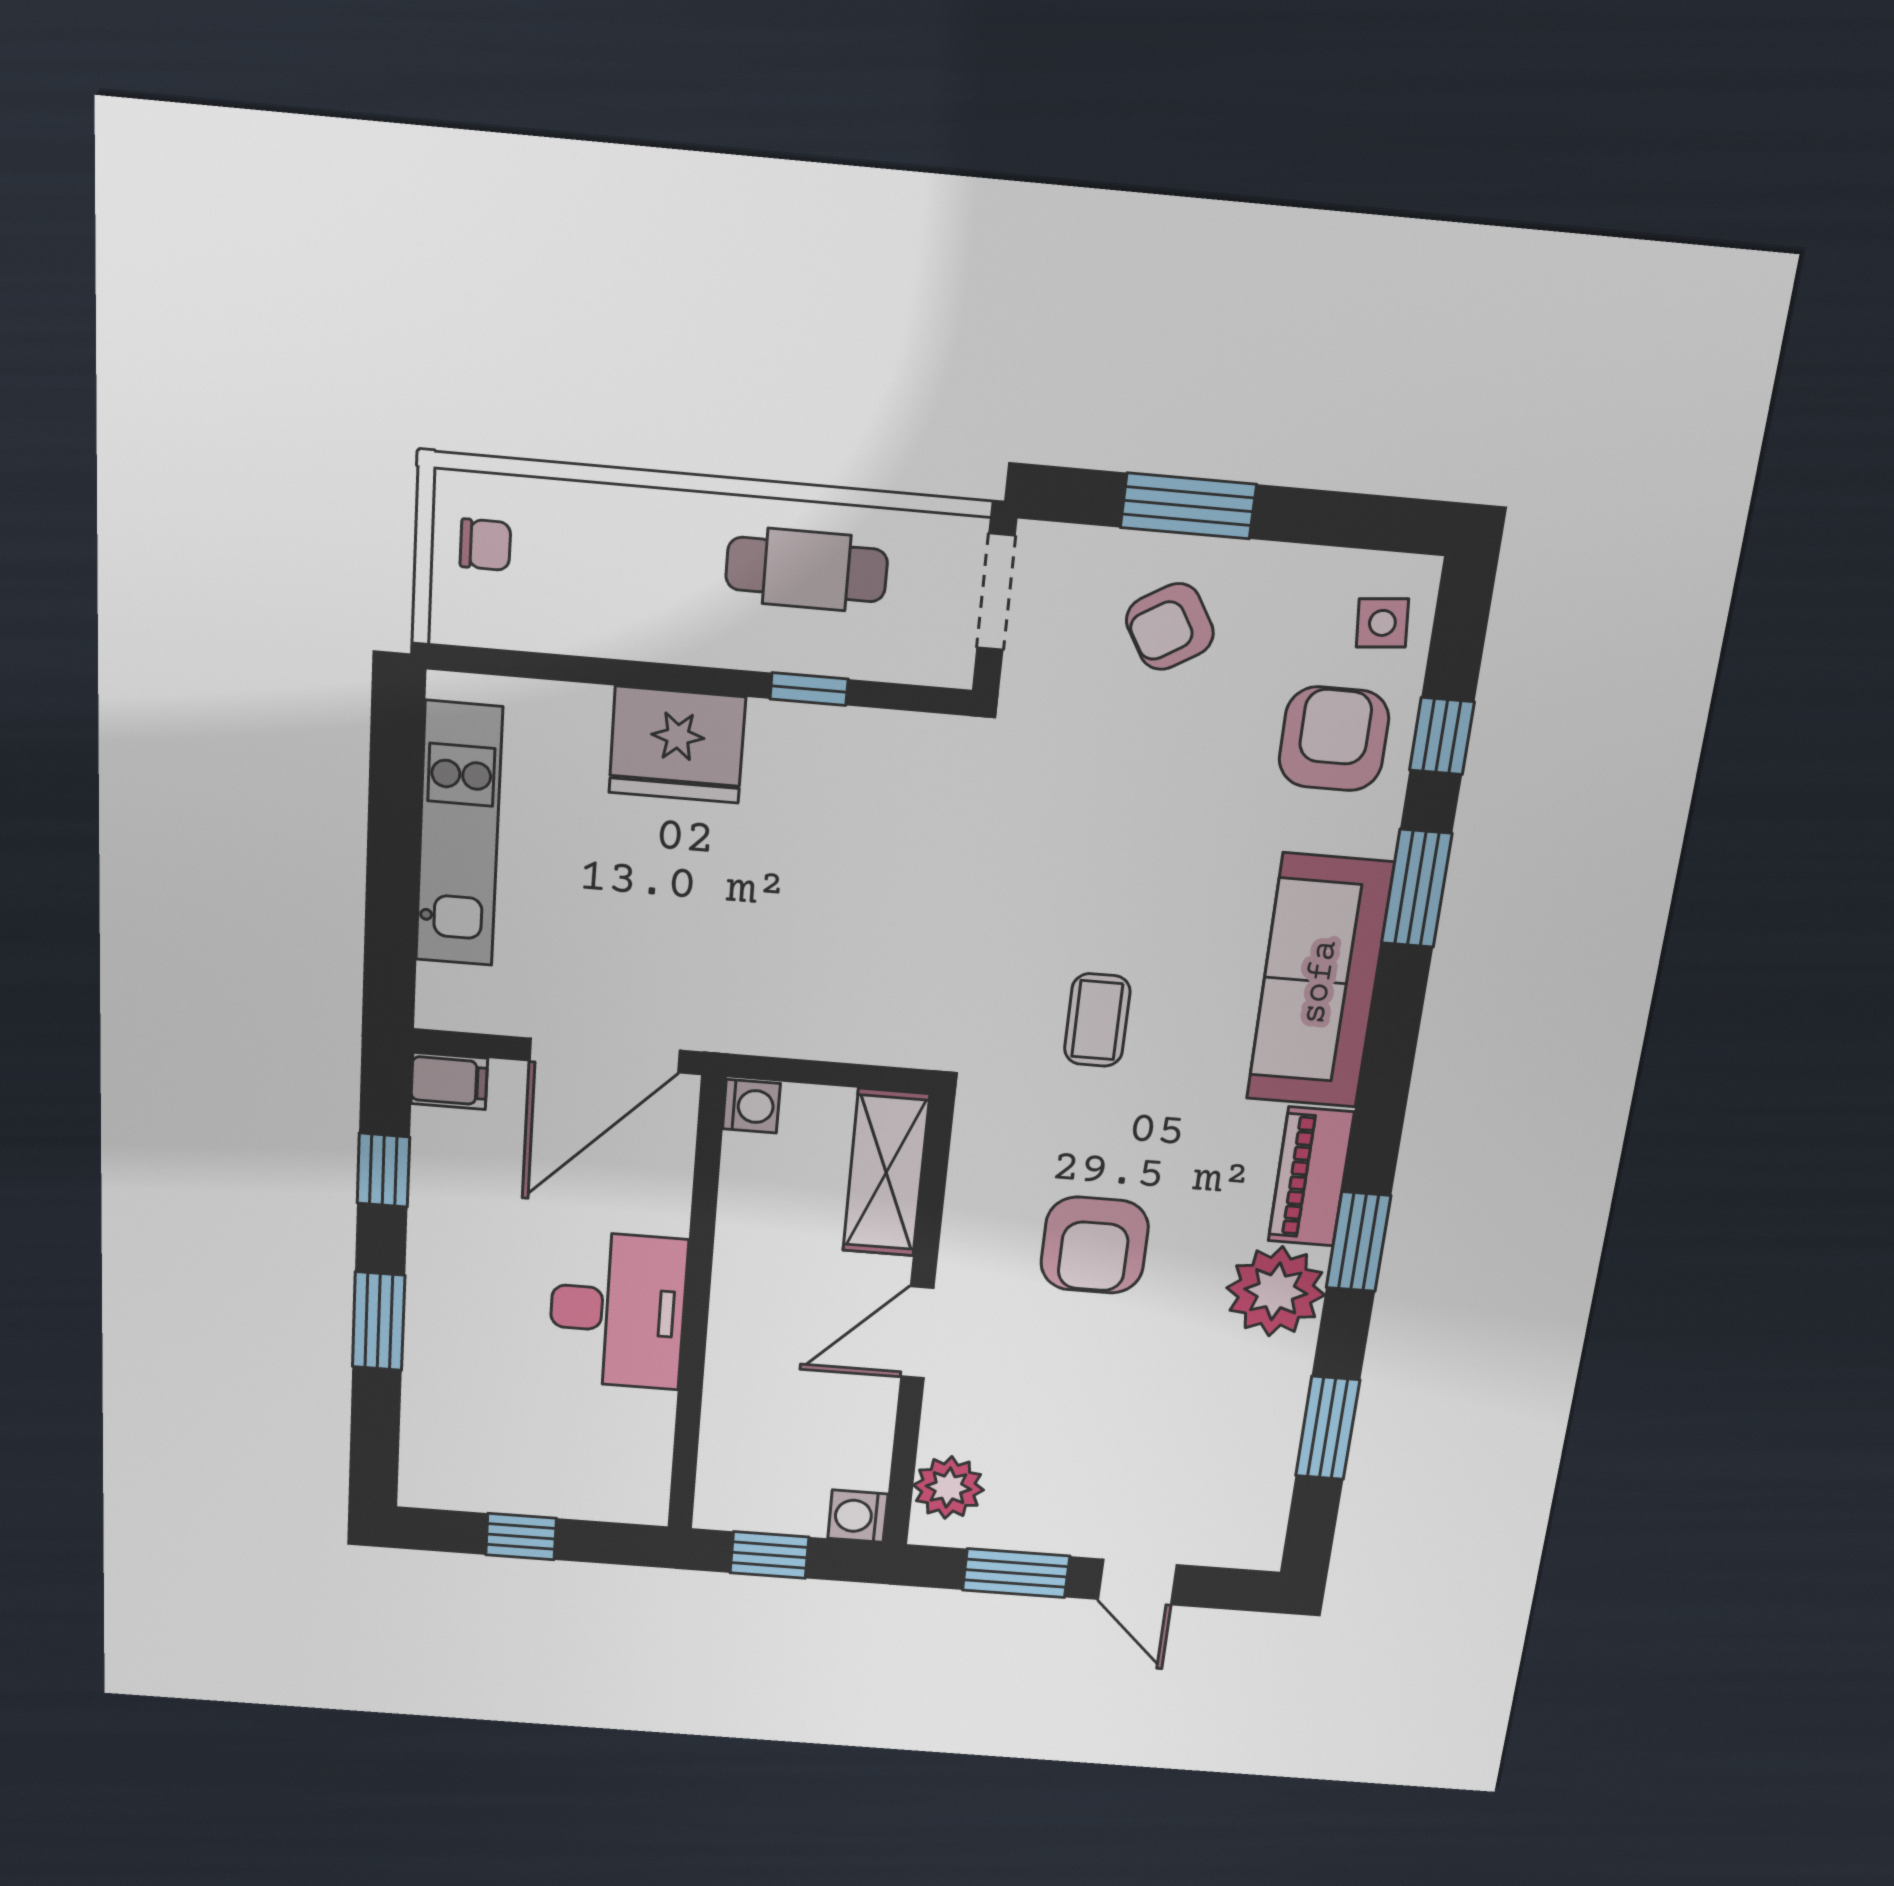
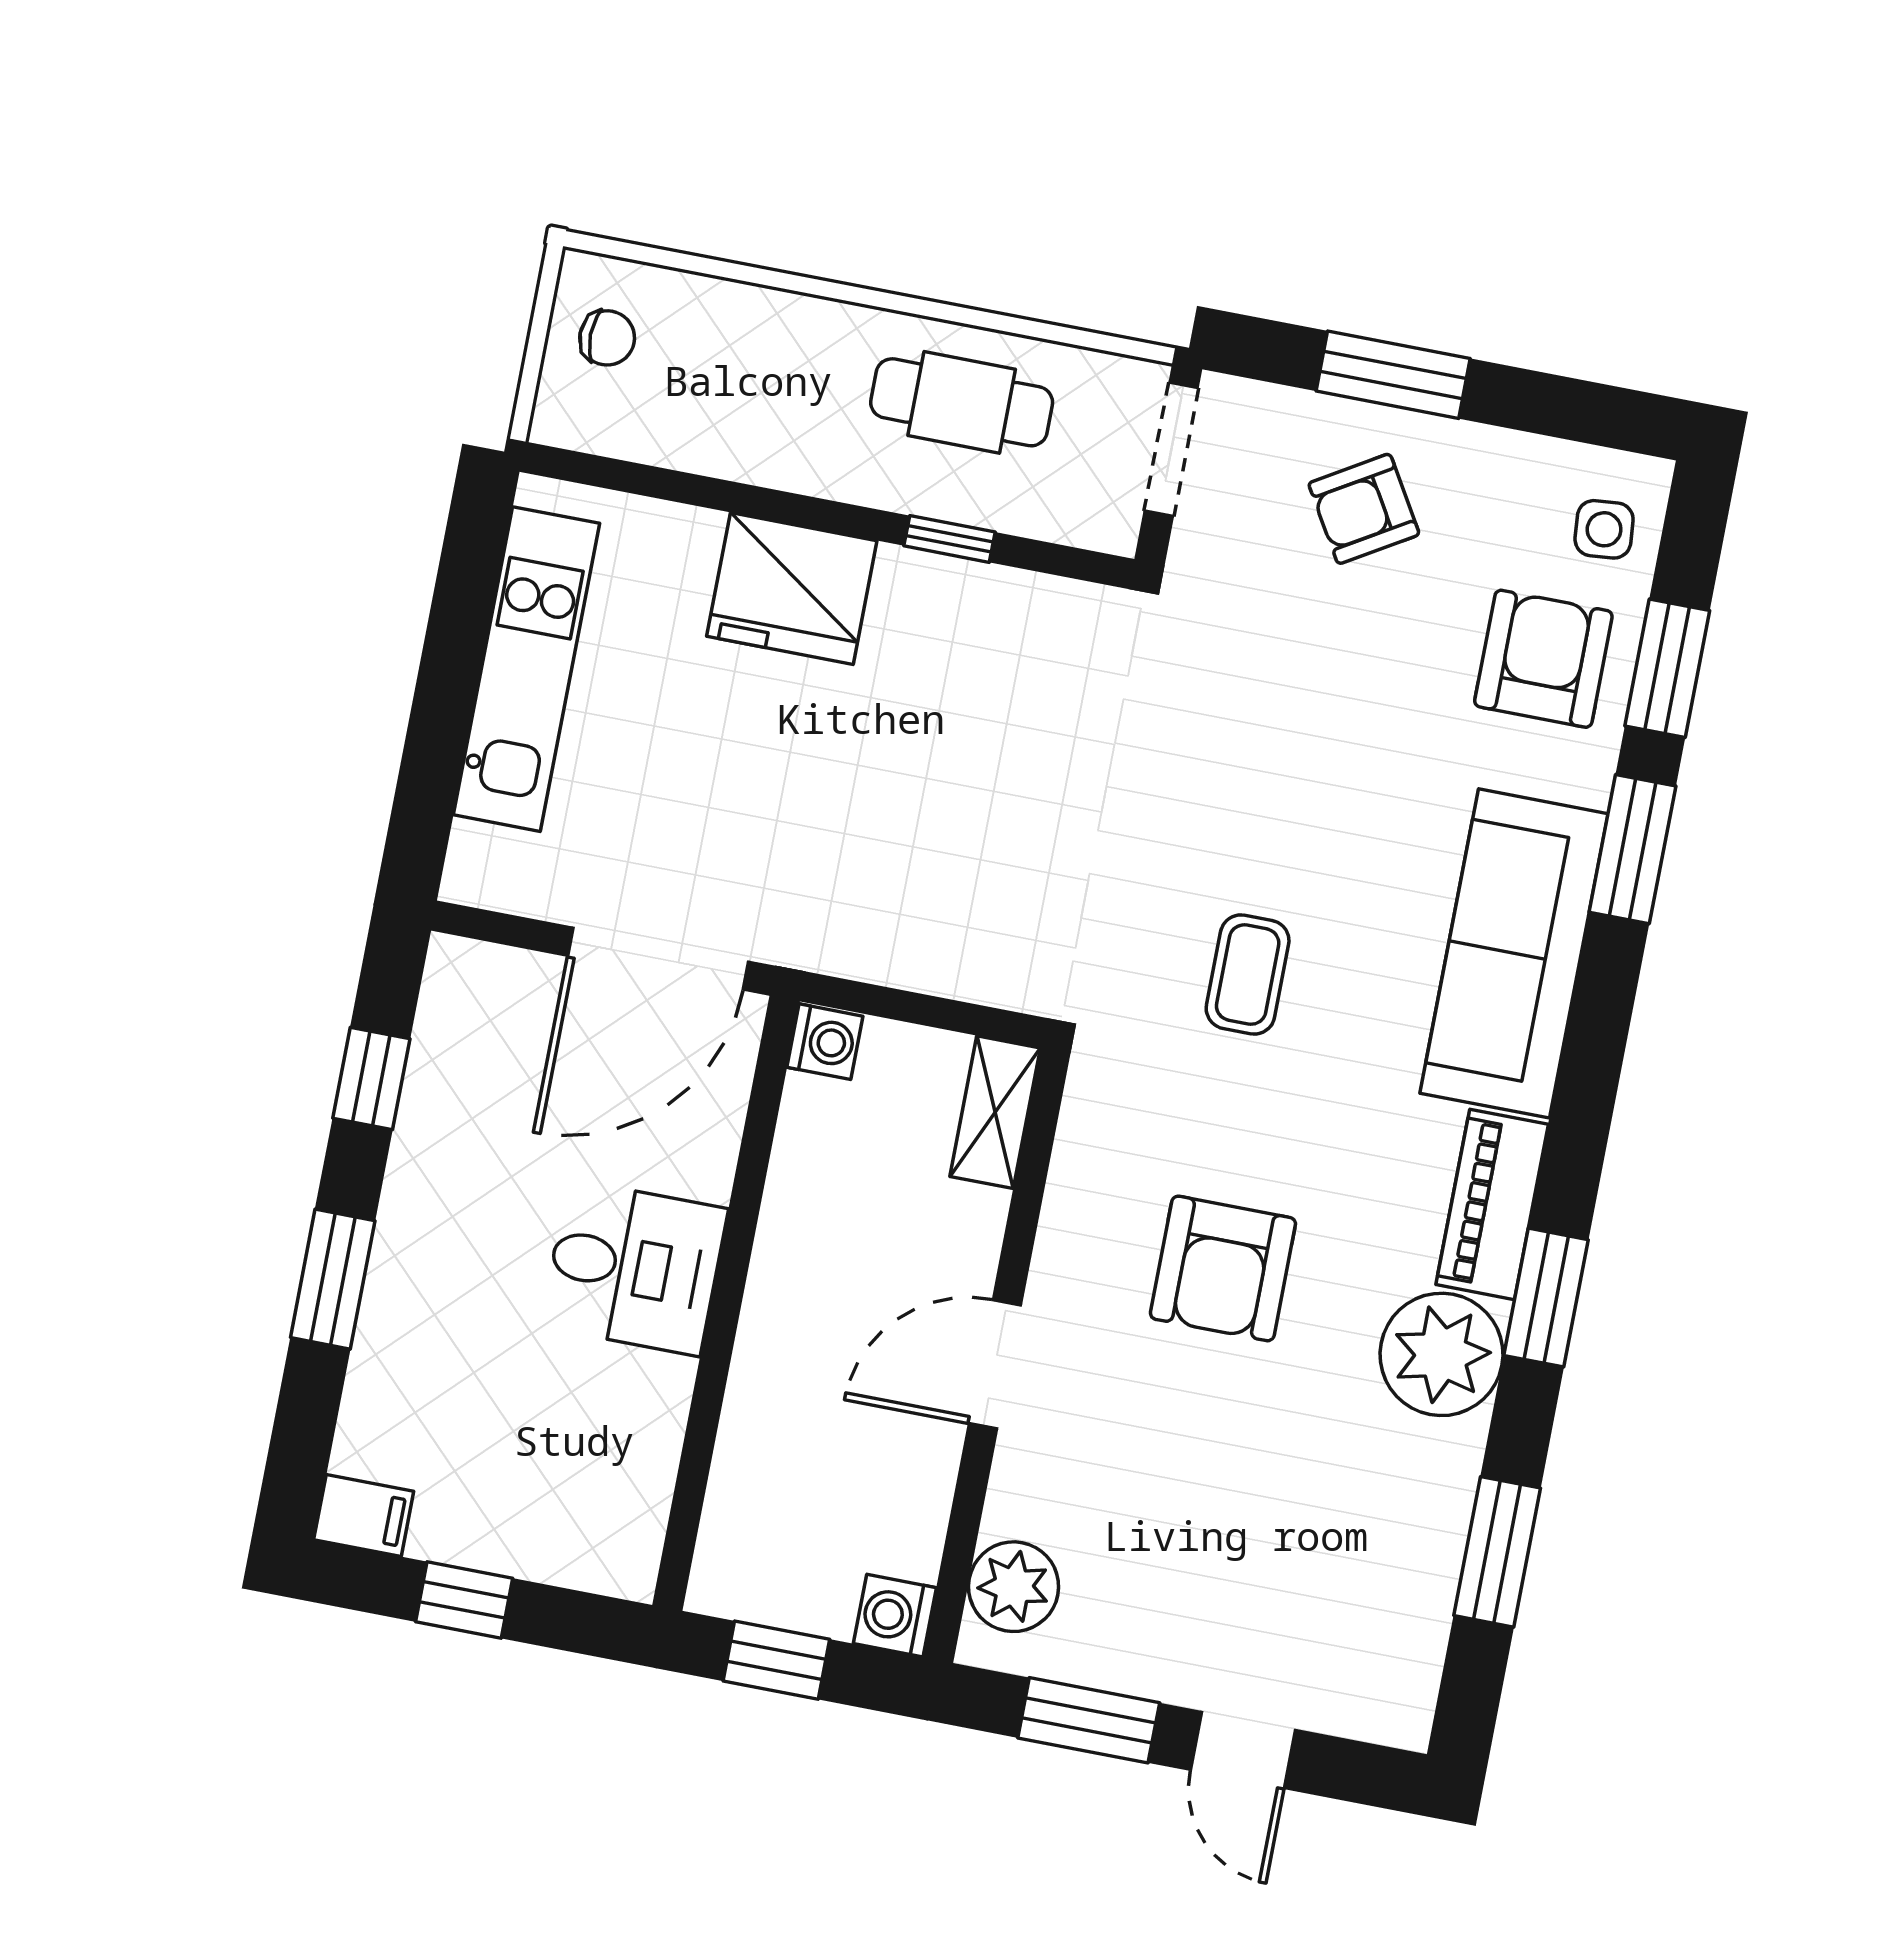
window: (1442, 736) -> (1667, 668), width x1.50
filing cabinet: (449, 1081) -> (364, 1515), moved
shelving: (886, 1173) -> (995, 1112), width x0.67, depth x0.75
desk: (618, 1310) -> (634, 1267), width x0.73

